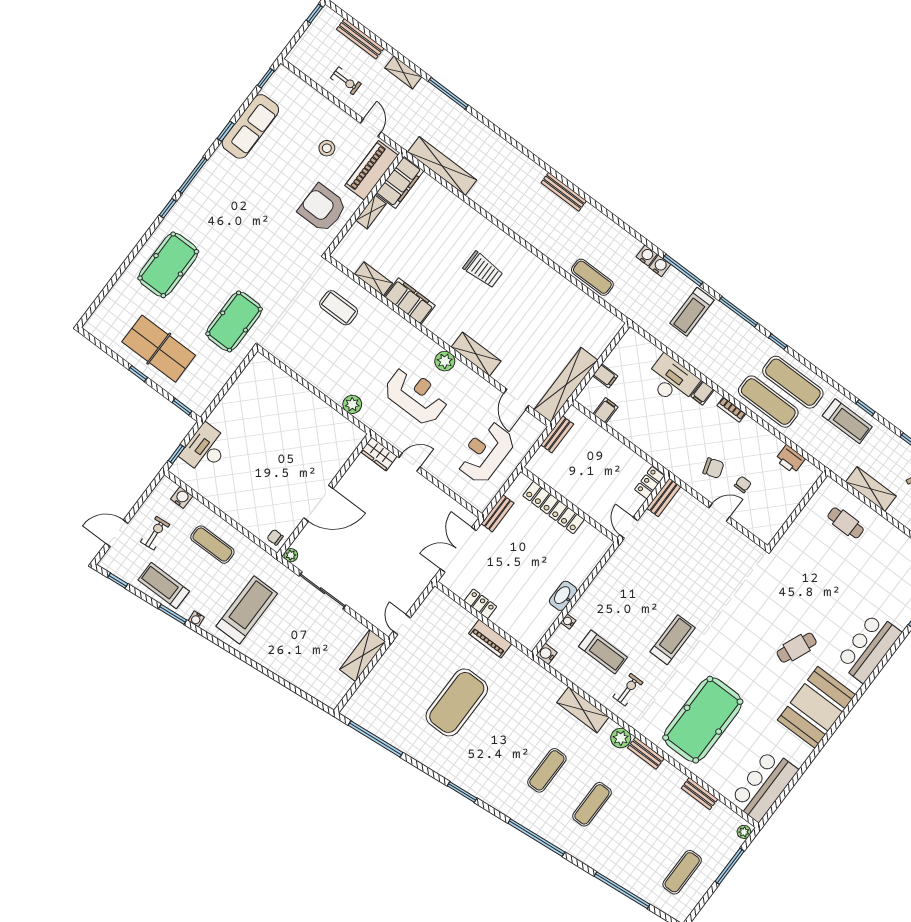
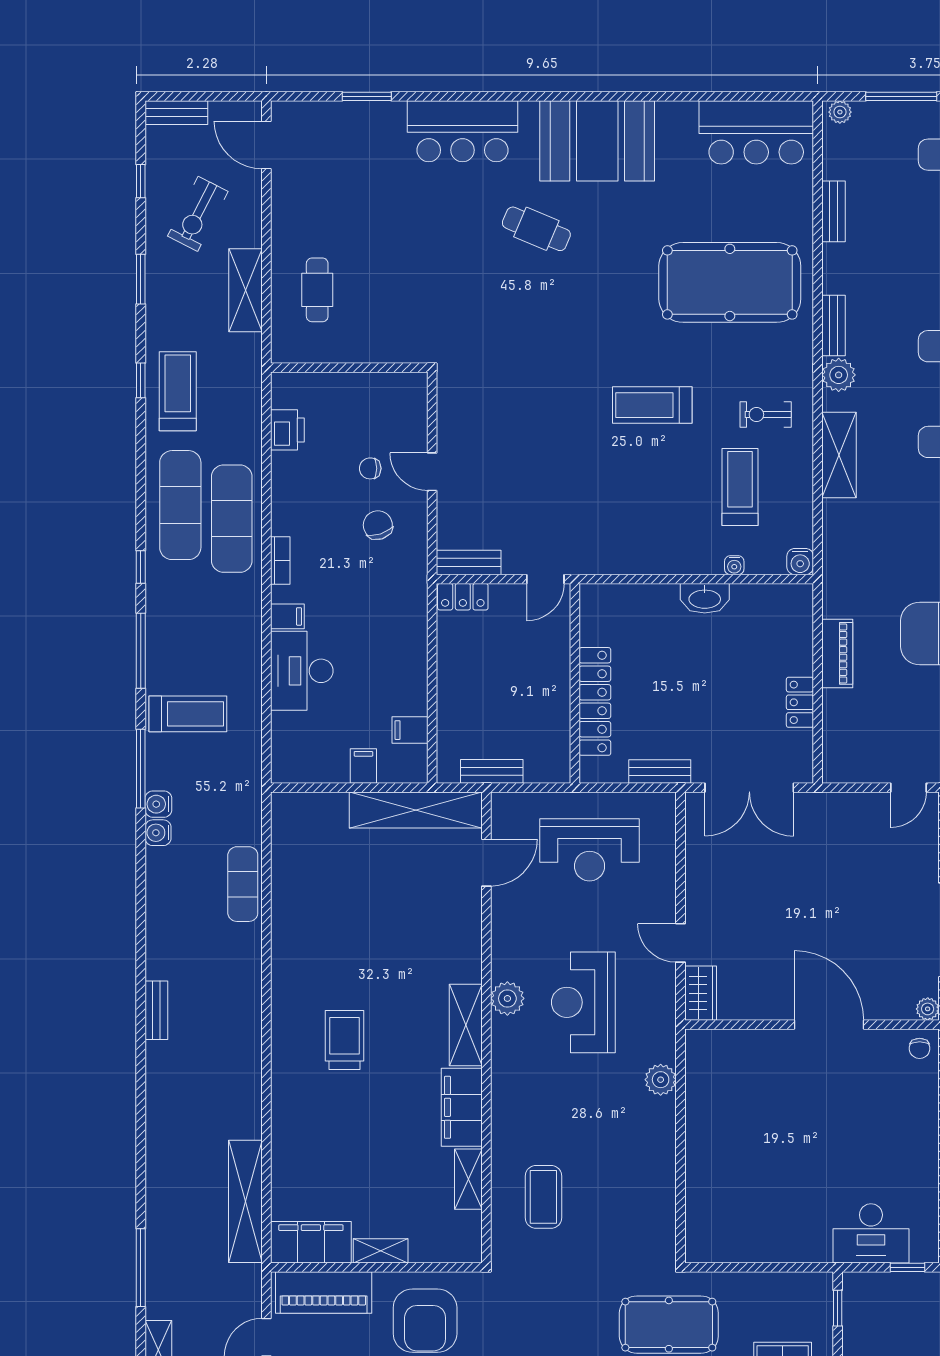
bench: (564, 192) -> (156, 1010), width x0.73
shelving: (476, 354) -> (466, 1025), moved

